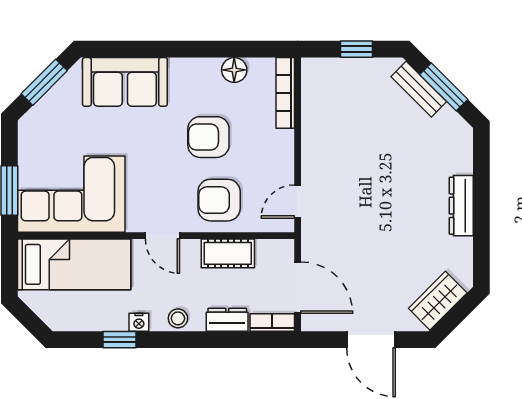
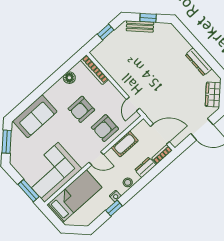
window: (444, 87) -> (148, 18), width x0.67
dresser: (461, 206) -> (199, 62), moved

